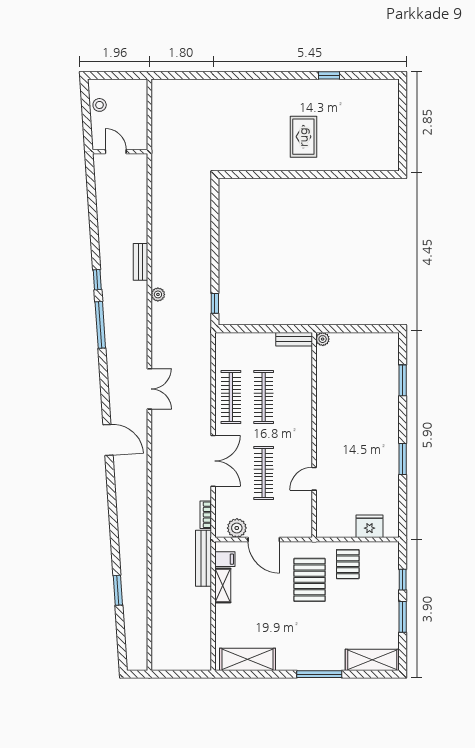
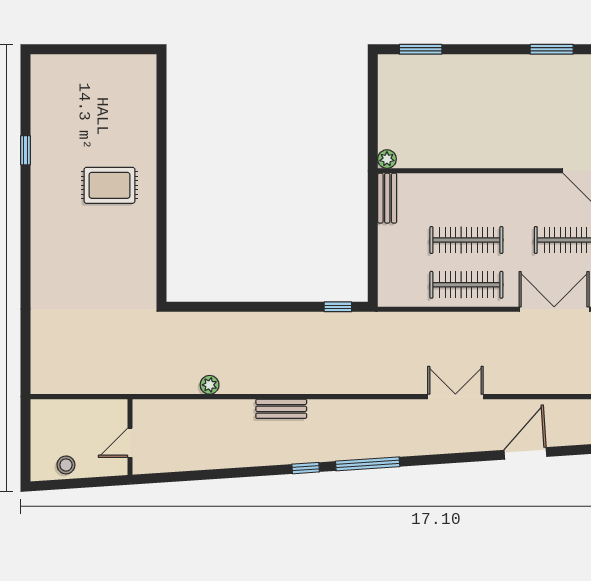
plant: (158, 294) -> (210, 385), moved
window: (403, 380) -> (421, 49), moved

